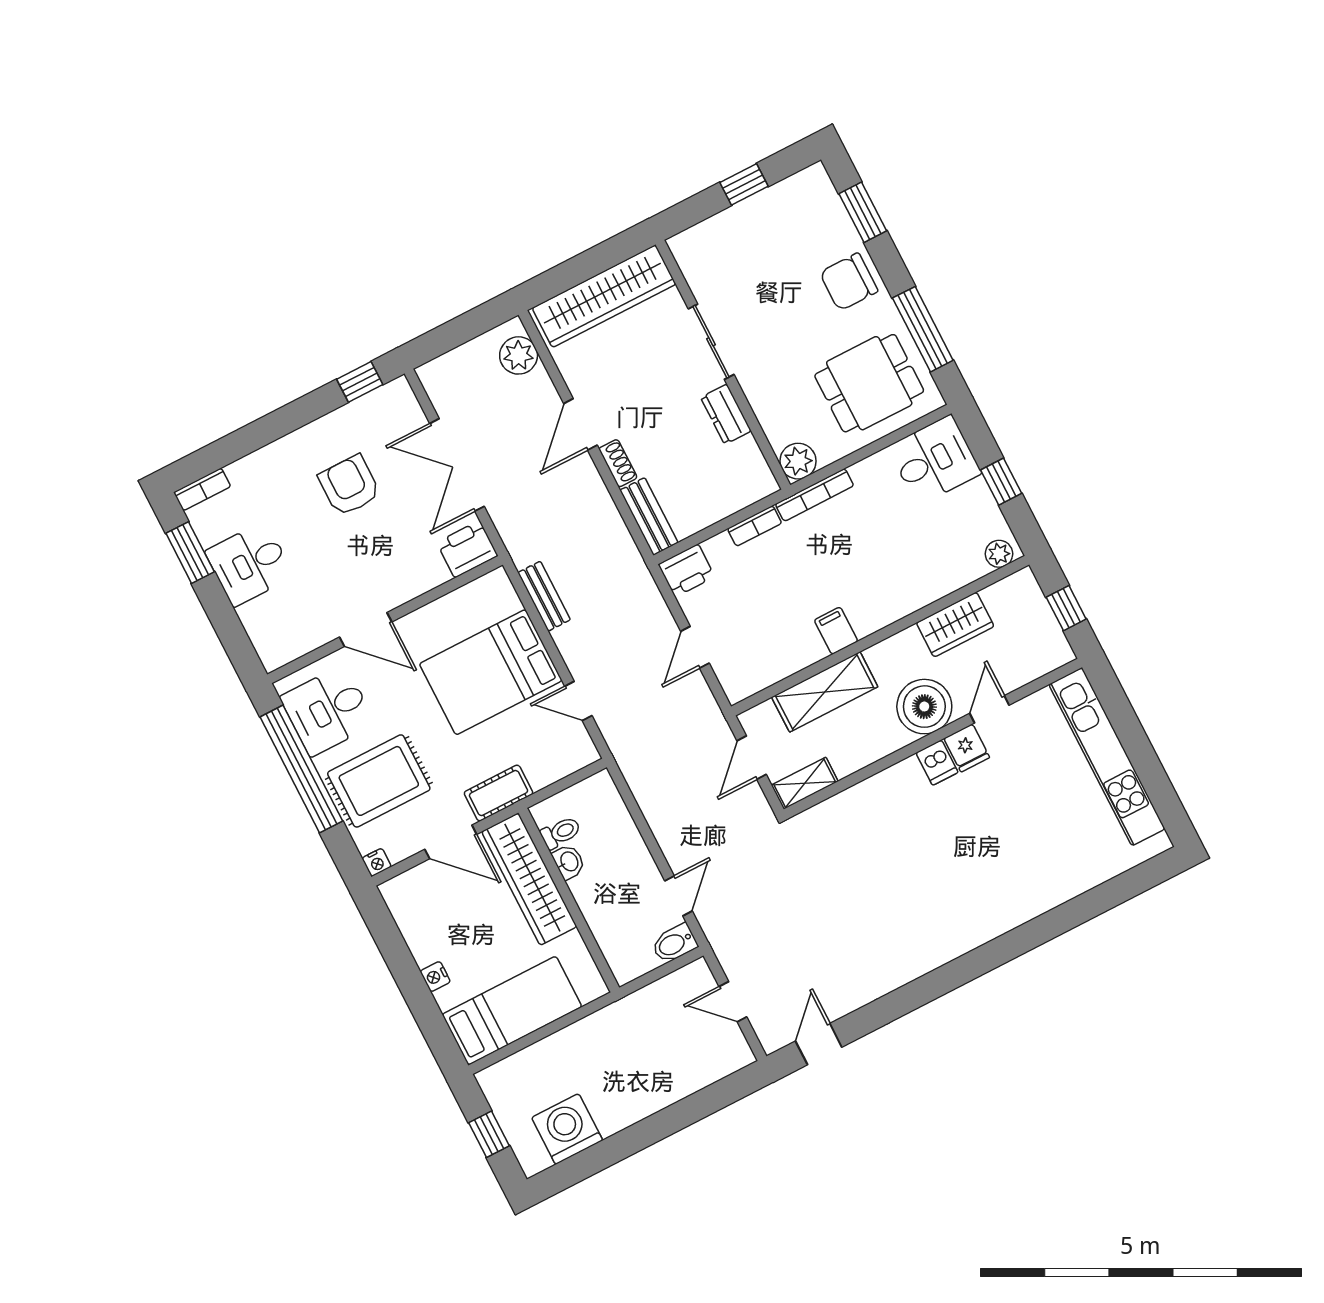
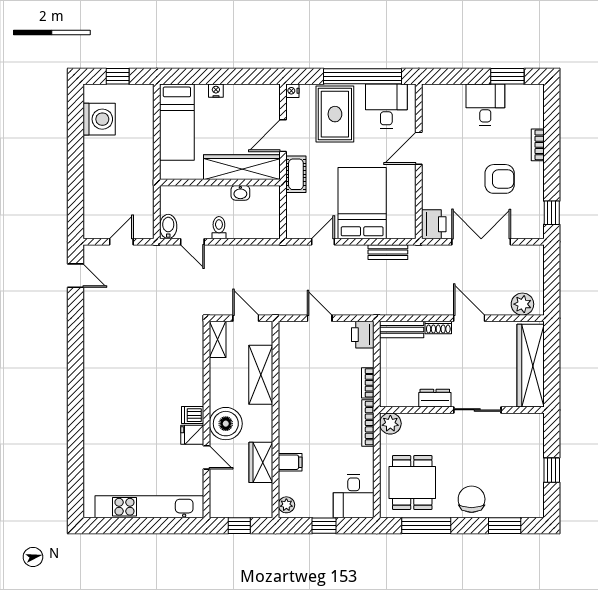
bookcase: (202, 489) -> (538, 145), moved
filing cabinet: (836, 631) -> (290, 462), moved
toilet: (561, 833) -> (219, 228), moved, turned 180

